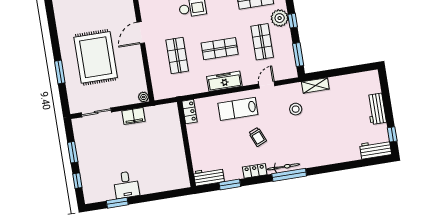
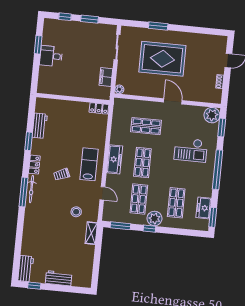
shop shelf: (262, 42) -> (139, 199), turned 90
locker: (190, 112) -> (99, 108), moved
wall: (186, 144) -> (73, 99), moved

